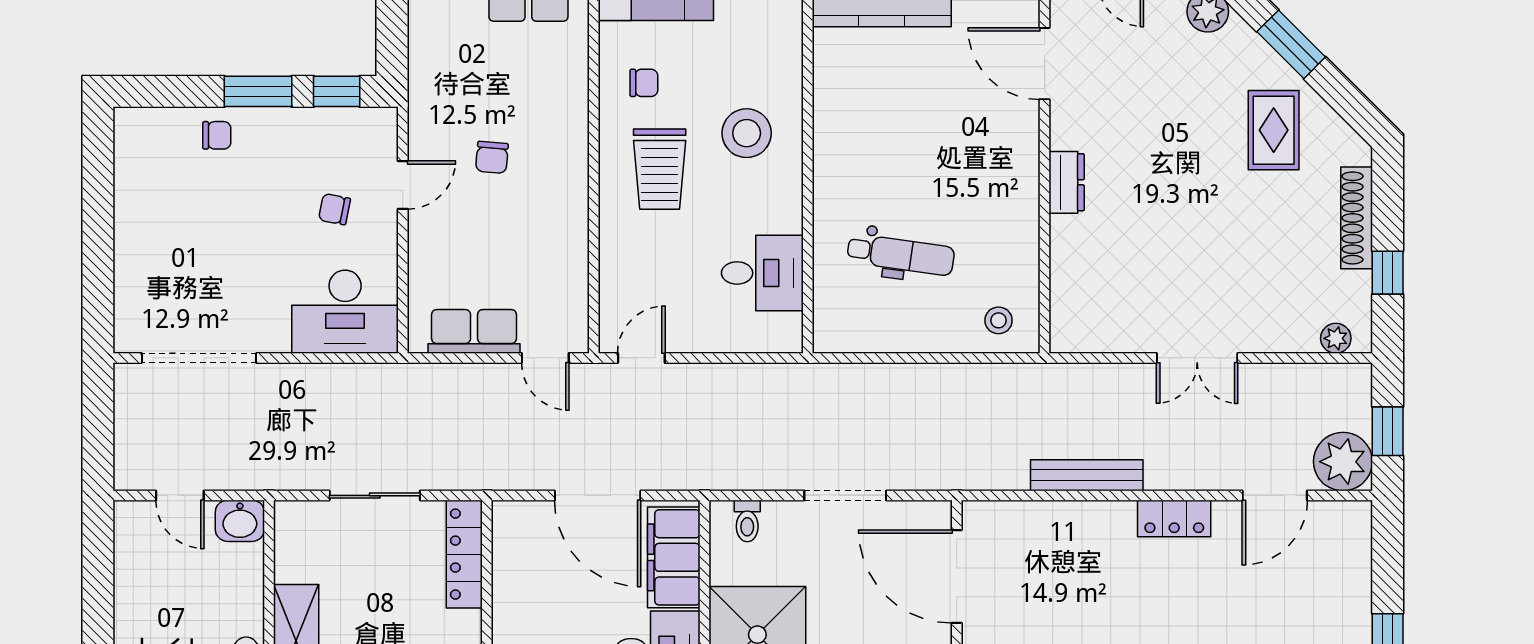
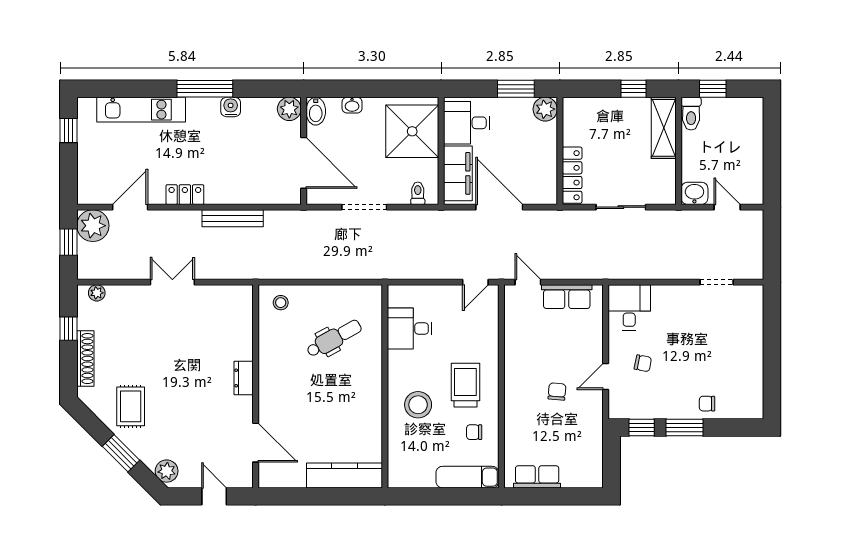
dental chair: (901, 255) -> (334, 338), turned 143
desk: (345, 312) -> (629, 307), width x0.73
doorway: (199, 358) -> (717, 282), width x0.53

